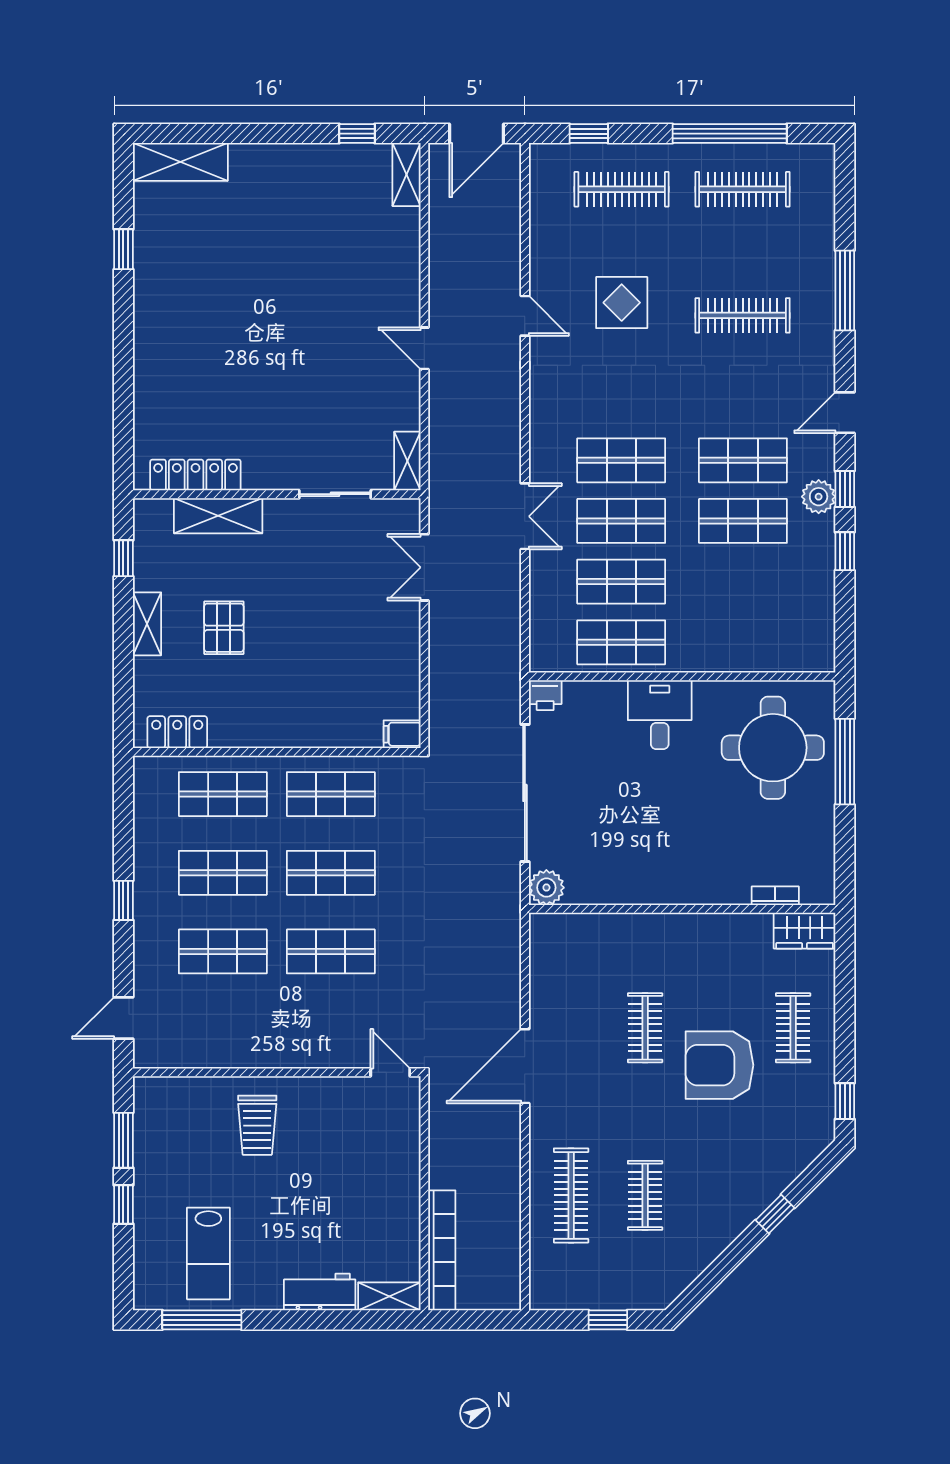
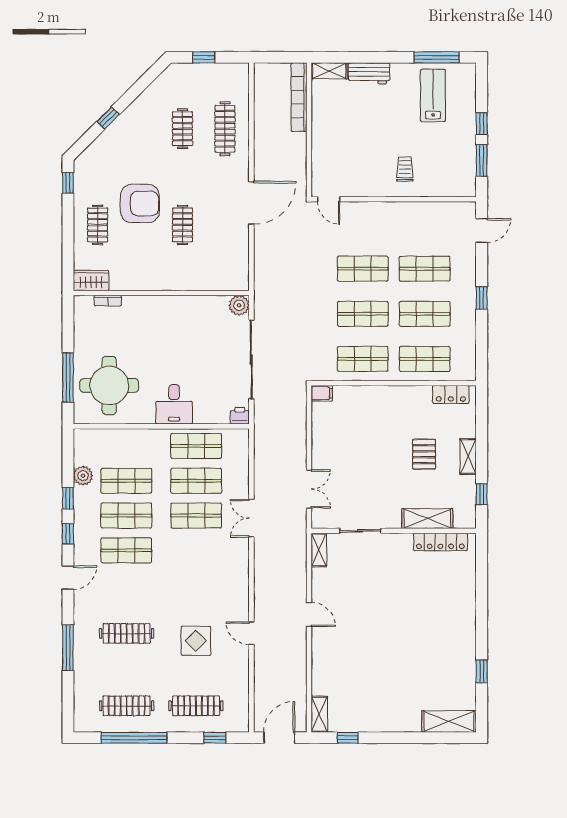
shop shelf: (621, 460) -> (126, 481), moved
plant: (819, 497) -> (83, 476), moved
trolley: (257, 1125) -> (405, 169), width x0.73, depth x0.72

